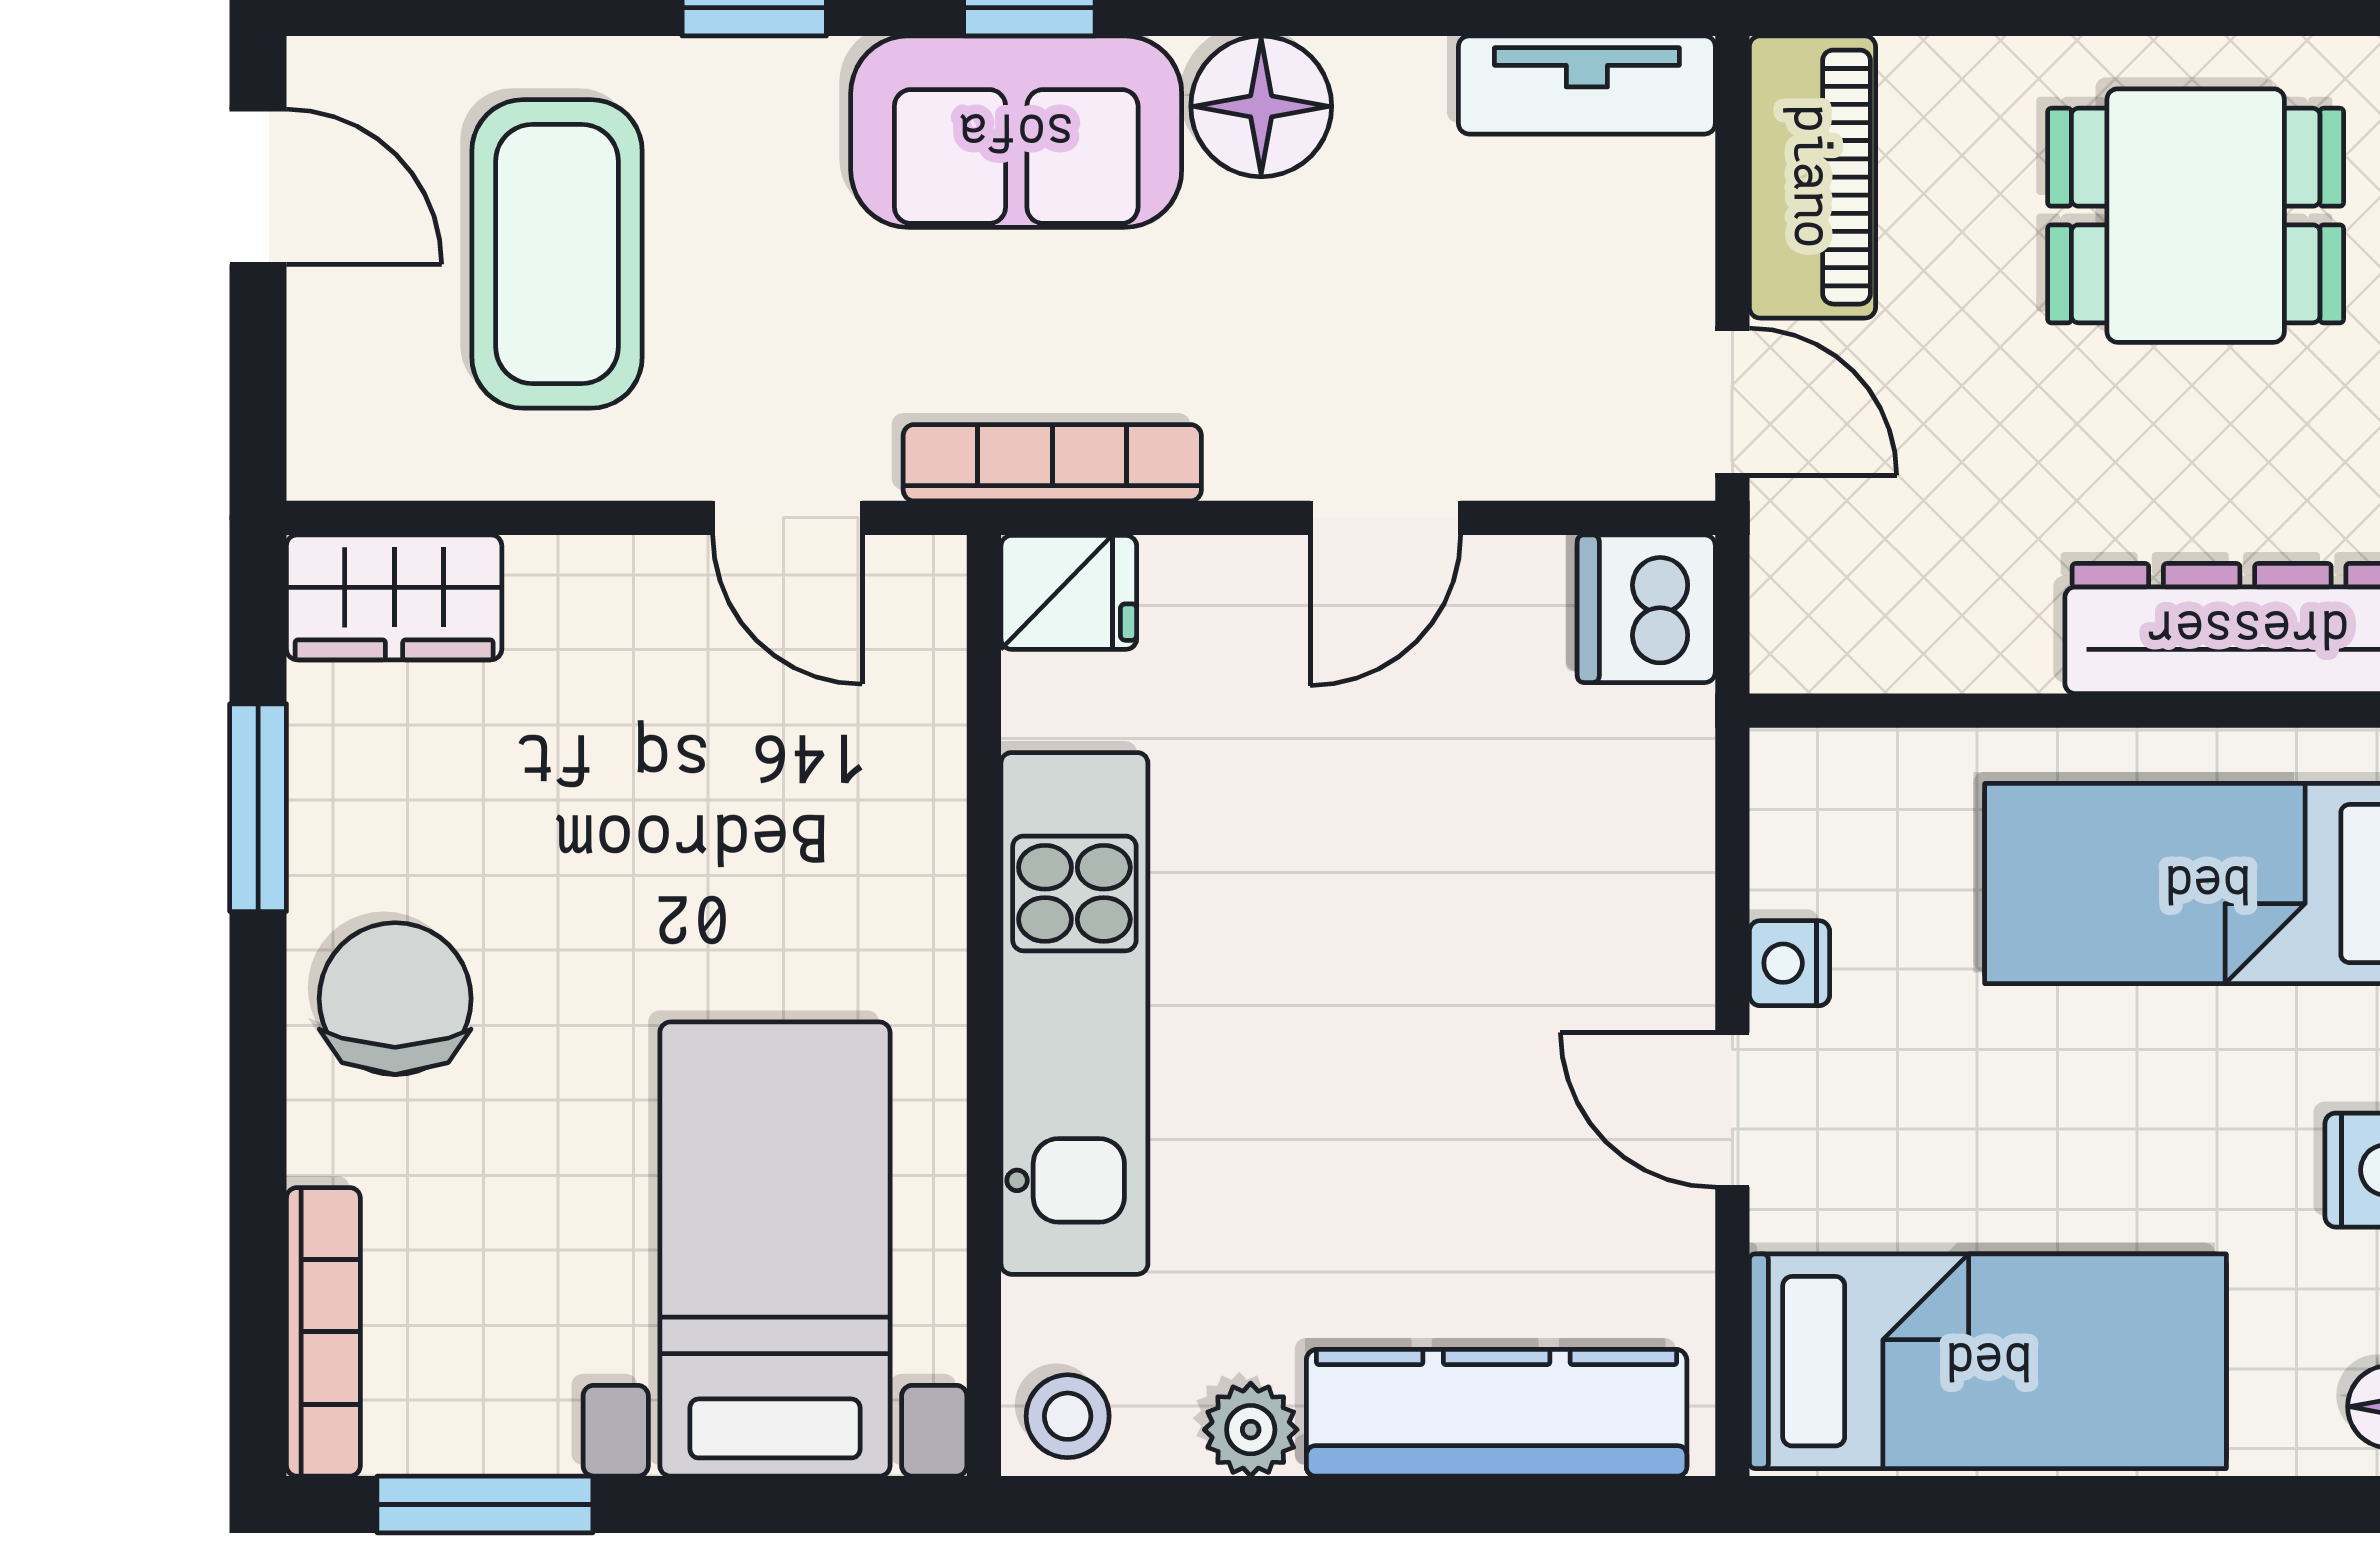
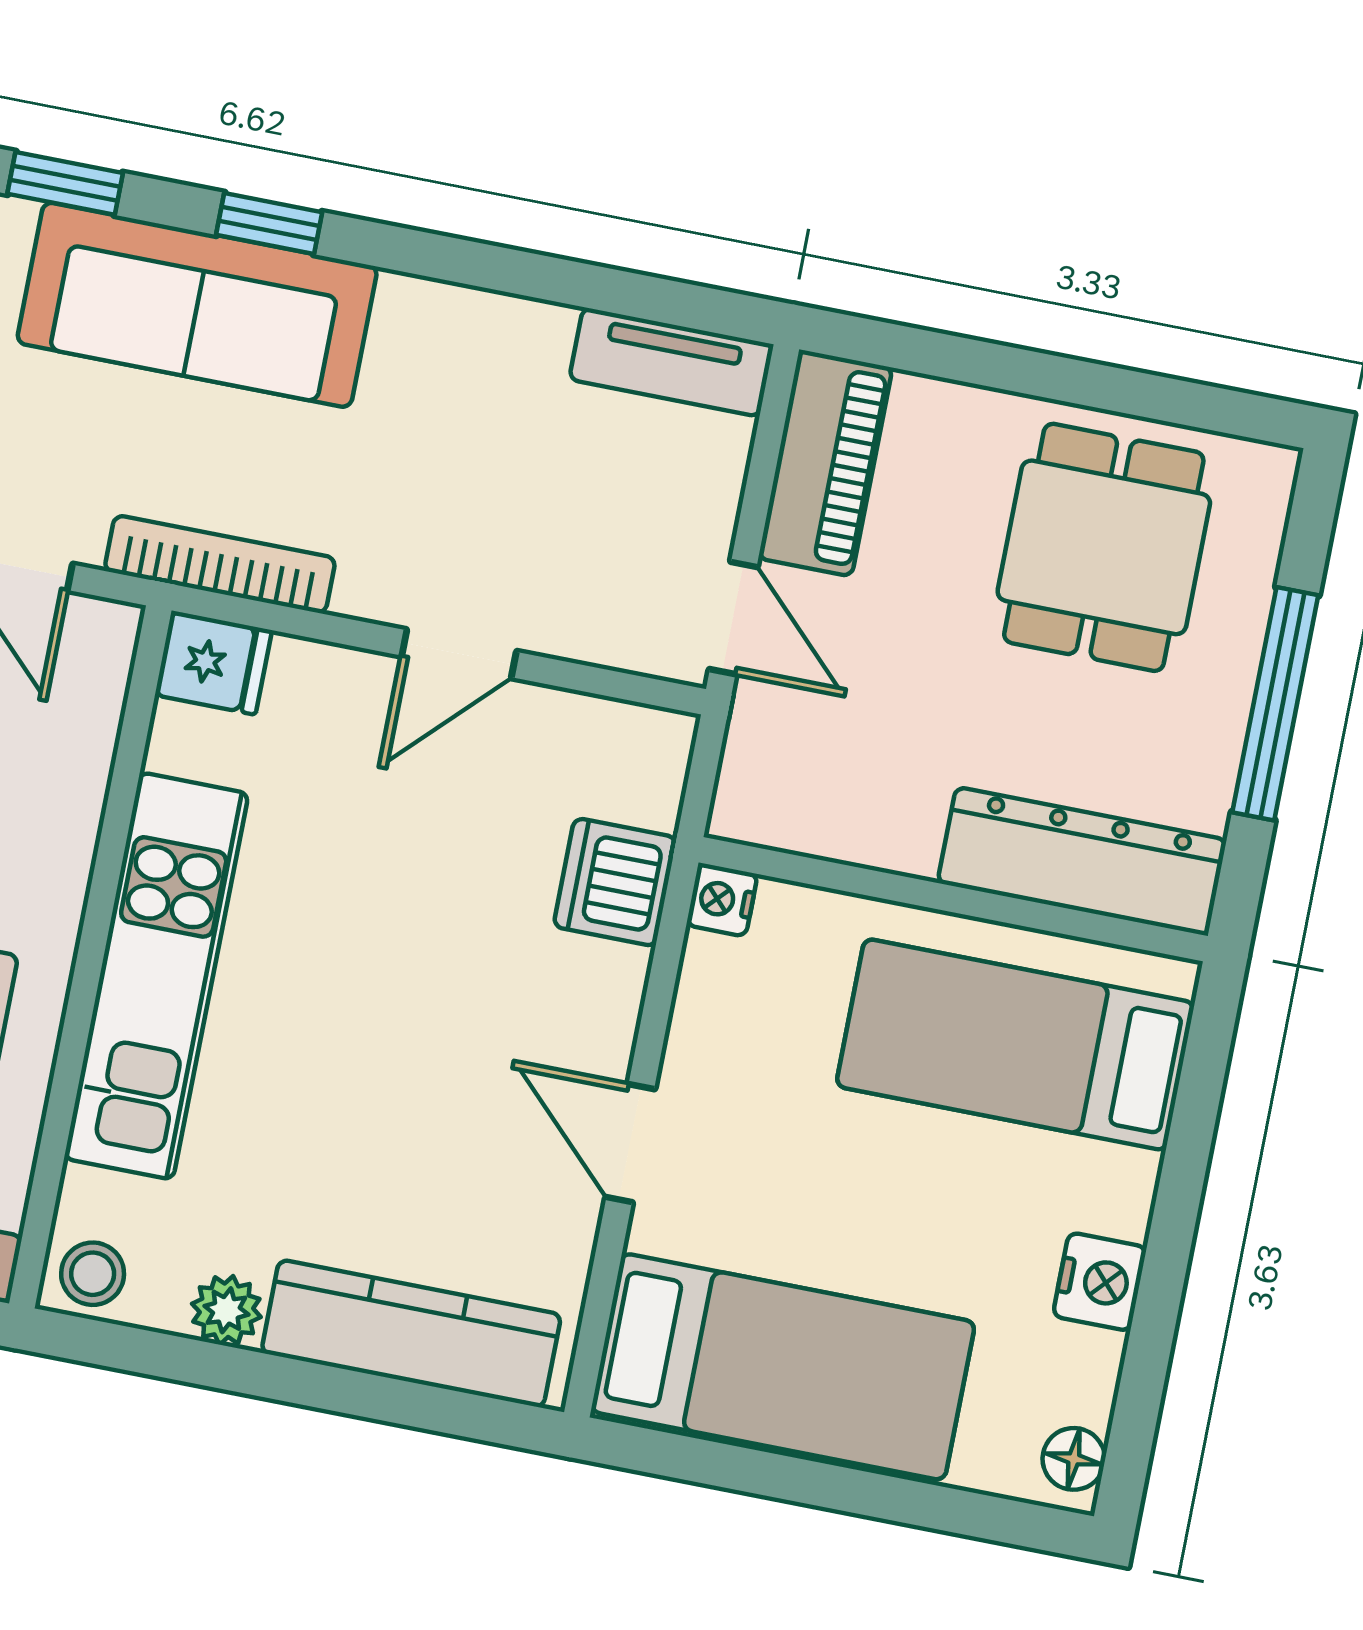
floor lamp: (1261, 106) -> (427, 330), removed
sofa: (1016, 132) -> (197, 305), width x1.36
dining table: (2196, 216) -> (1104, 547), turned 90
dishwasher: (1646, 609) -> (615, 882), moved
nightstand: (1789, 963) -> (722, 900), moved

